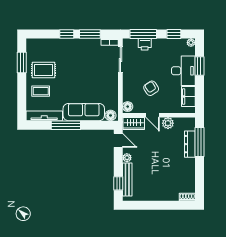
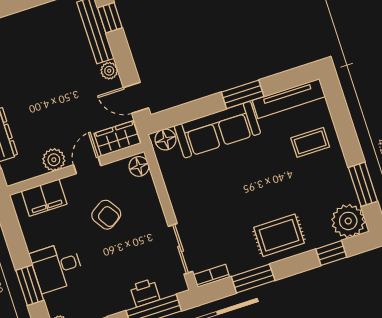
window: (67, 34) -> (331, 253), moved
plant: (35, 47) -> (348, 221), added
rug: (44, 70) -> (279, 235), moved
desk: (183, 71) -> (57, 267), width x0.73
filing cabinet: (188, 97) -> (44, 198), moved, turned 90
door: (153, 115) -> (87, 165), hinge flipped
window: (66, 125) -> (243, 94), width x0.69

